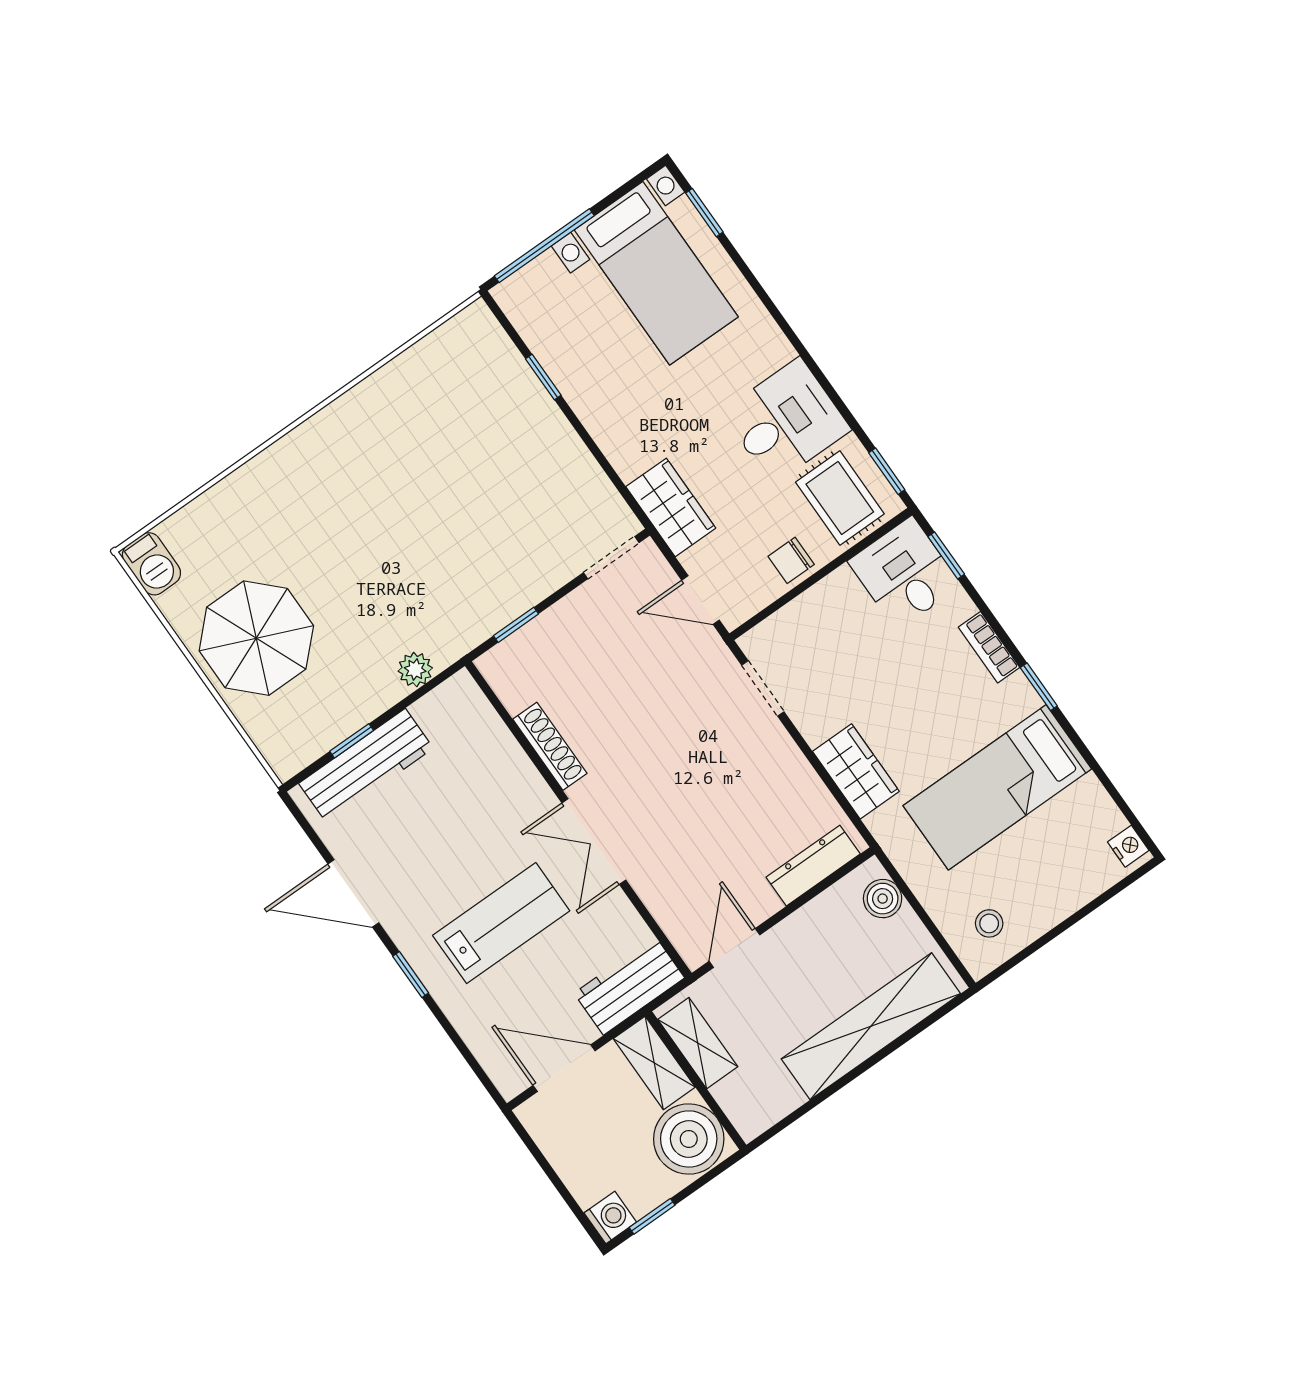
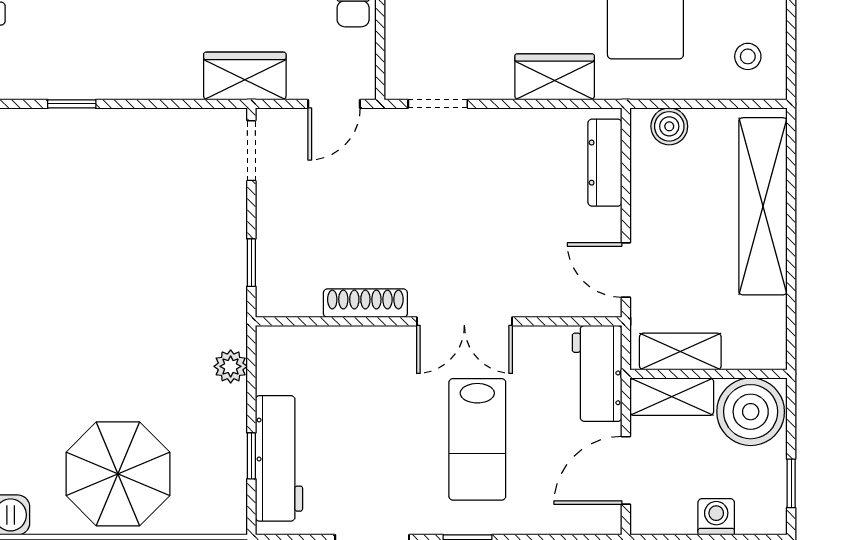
lab bench: (501, 923) -> (477, 439), turned 180
washing machine: (610, 1218) -> (716, 517), moved

